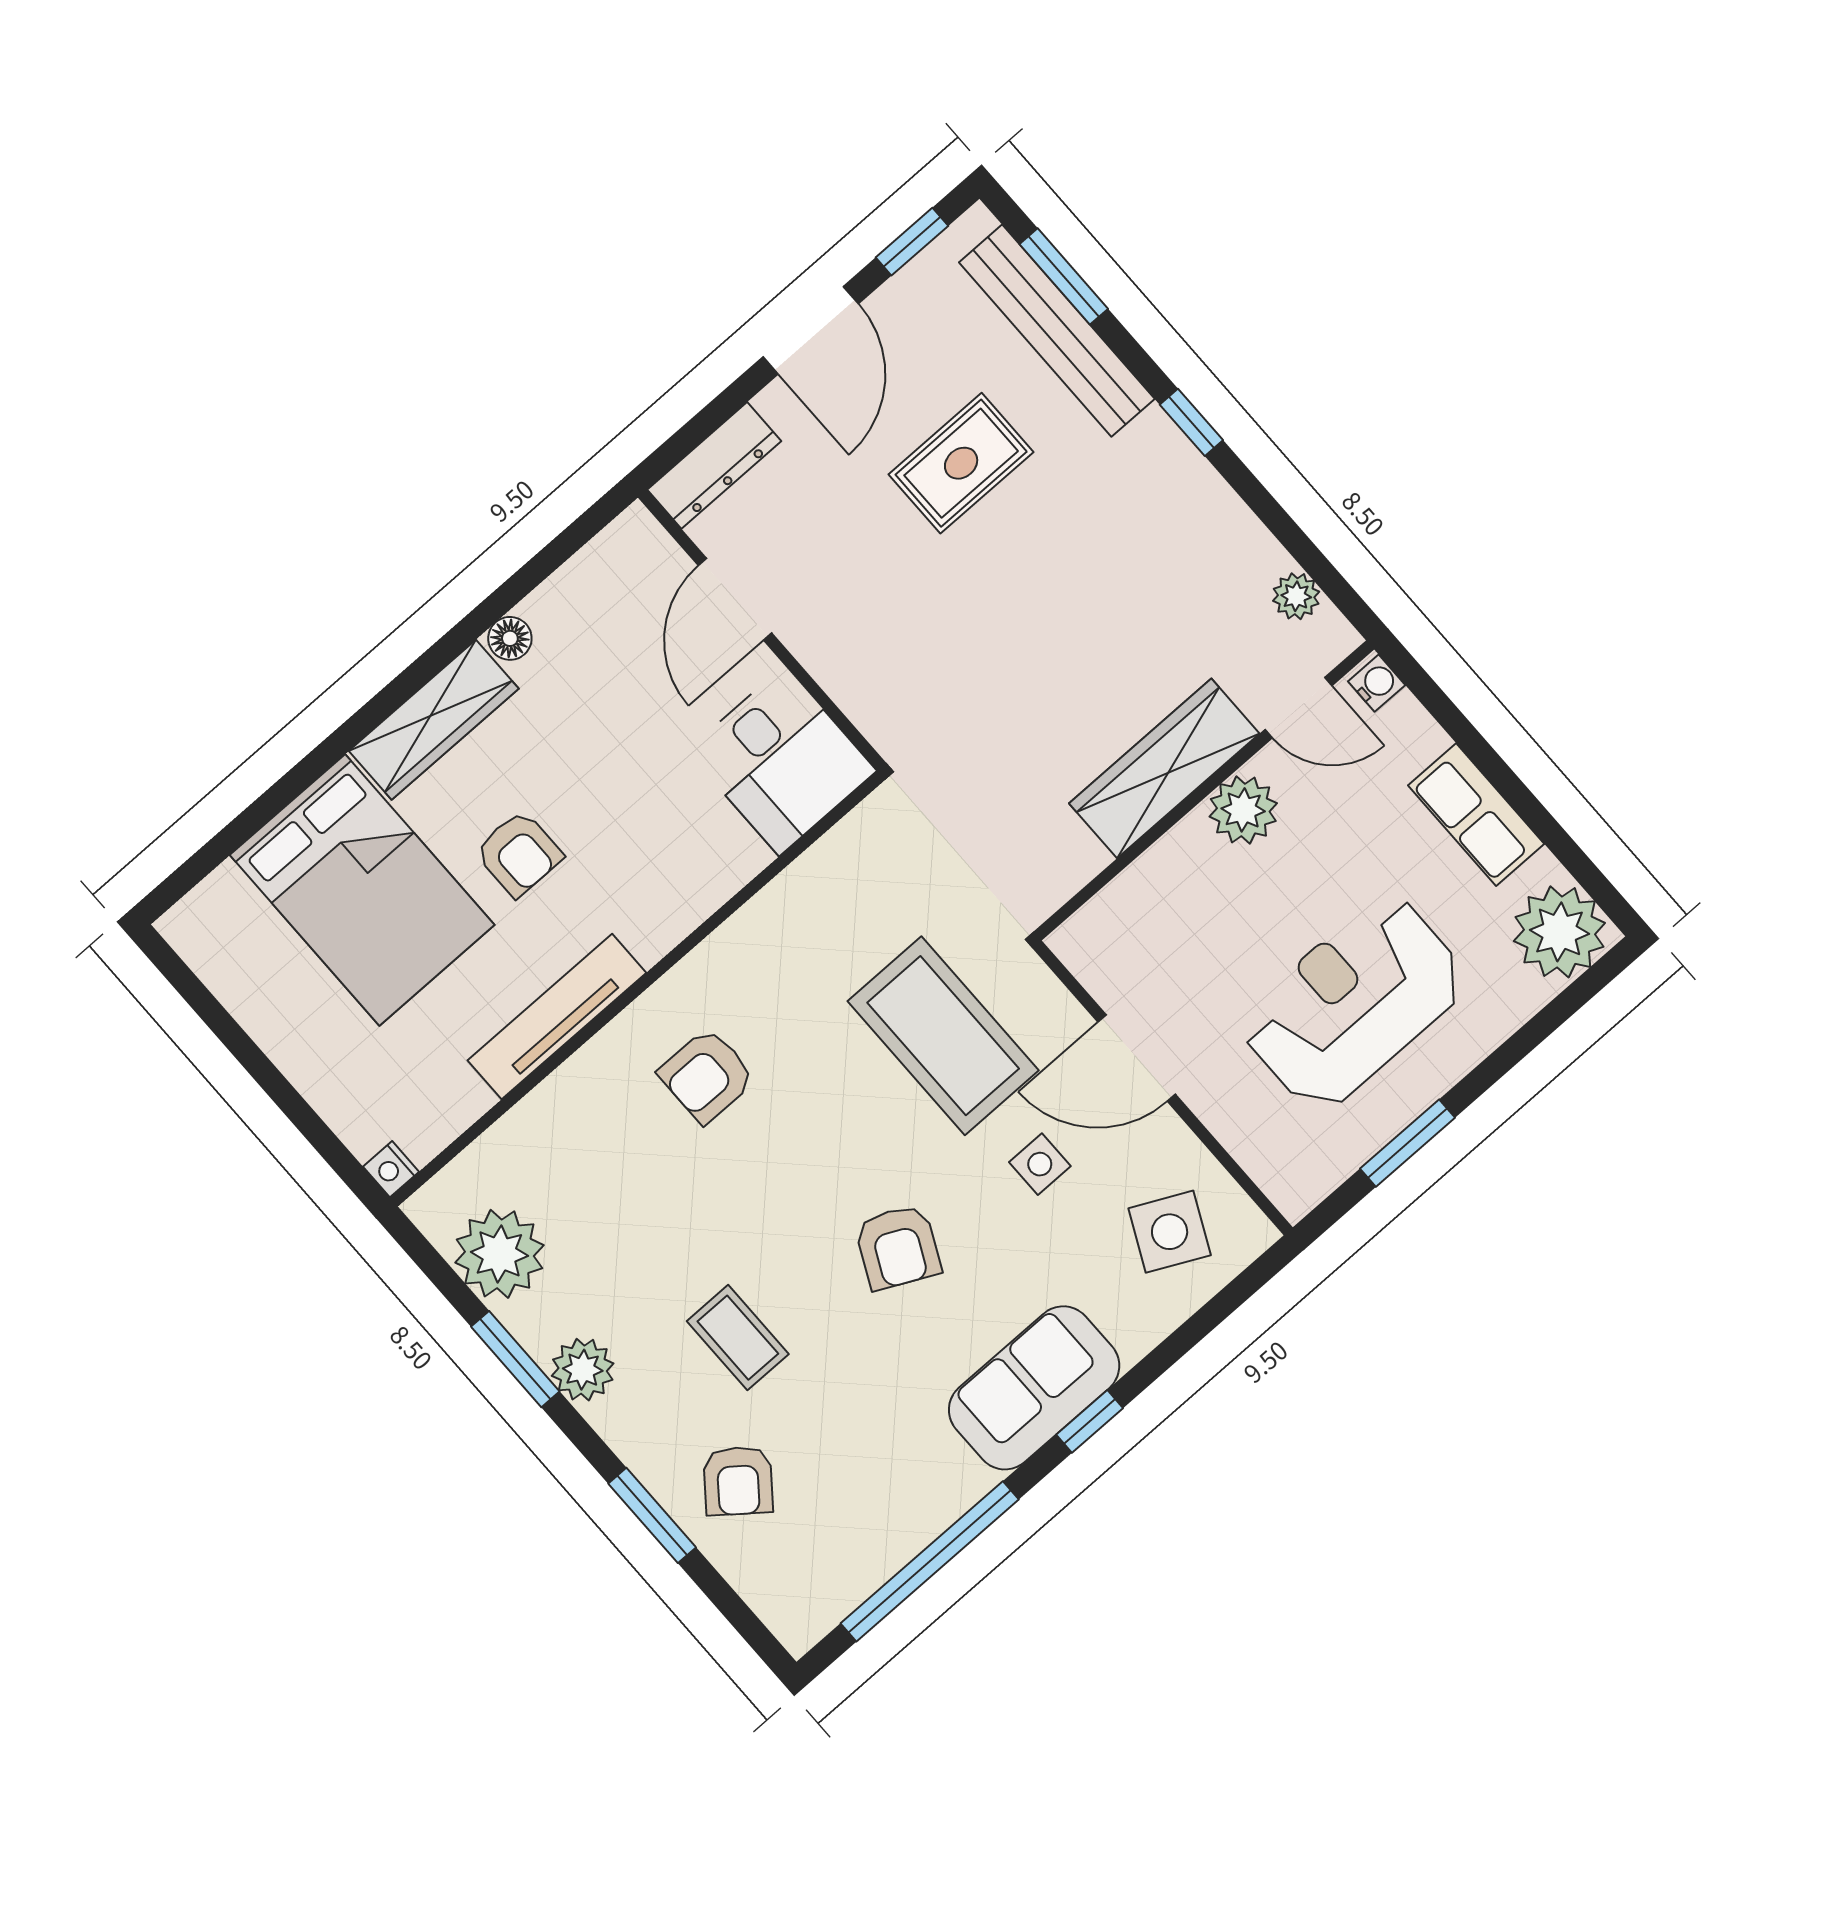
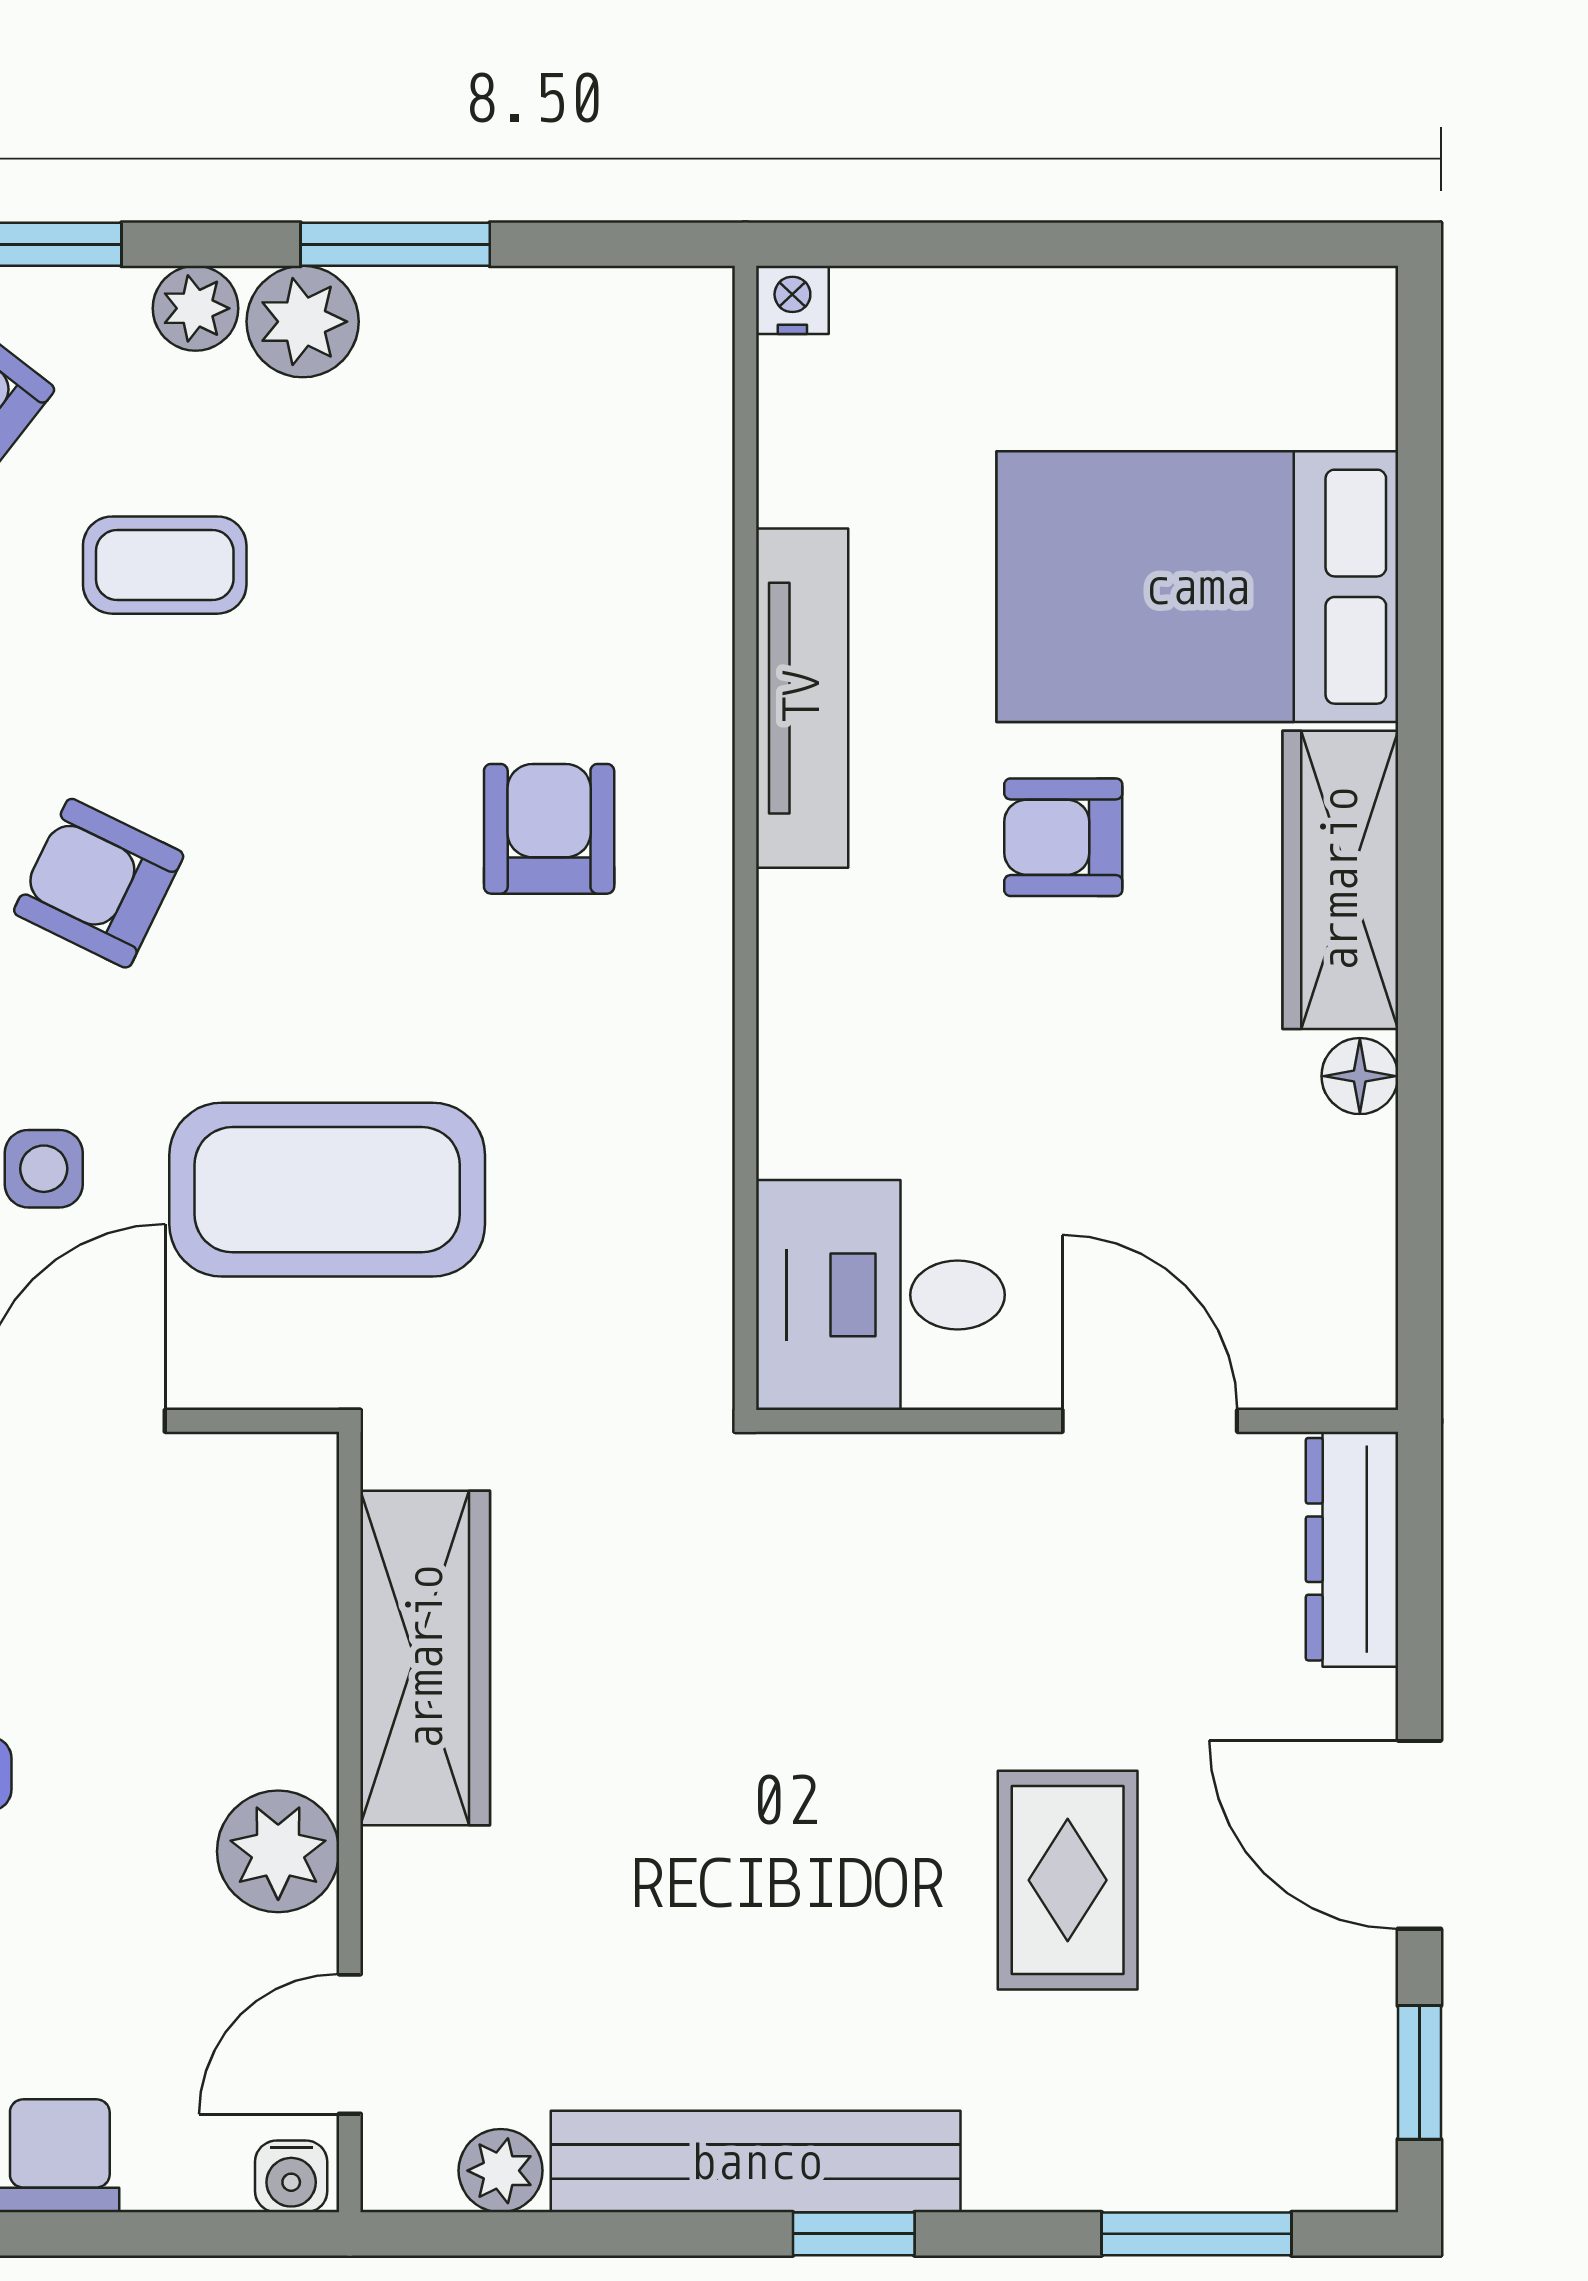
bench: (1057, 331) -> (756, 2162), moved
wardrobe: (1164, 768) -> (425, 1658), moved
plant: (499, 1254) -> (196, 308), moved, width x0.53, depth x0.53

